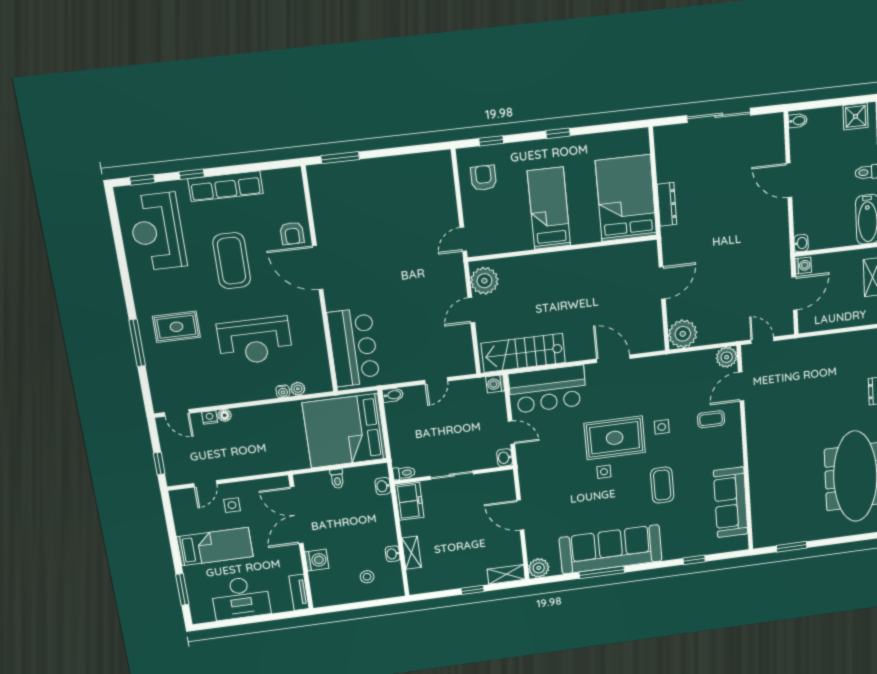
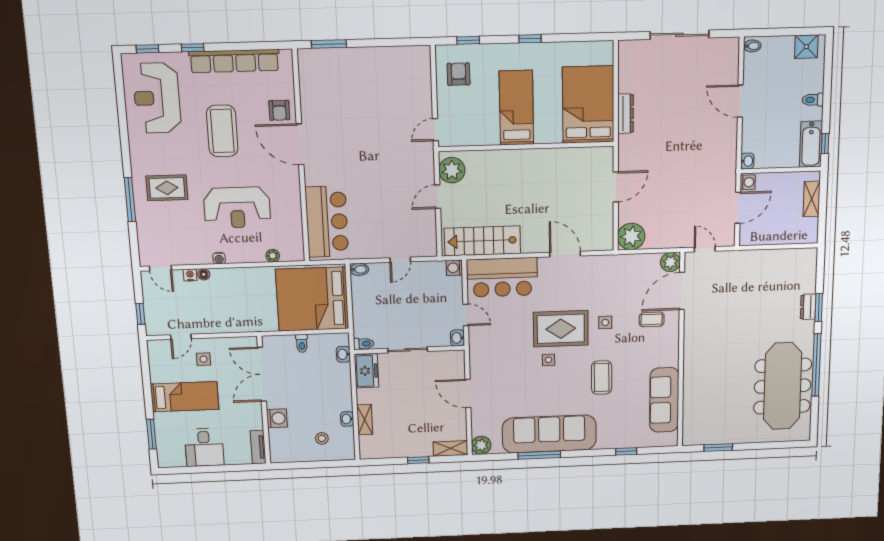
row of seats: (225, 186) -> (234, 61), width x1.36
door: (741, 386) -> (682, 291), width x1.36
water cooler: (283, 391) -> (219, 258), moved
desk: (241, 598) -> (204, 447), width x0.73

